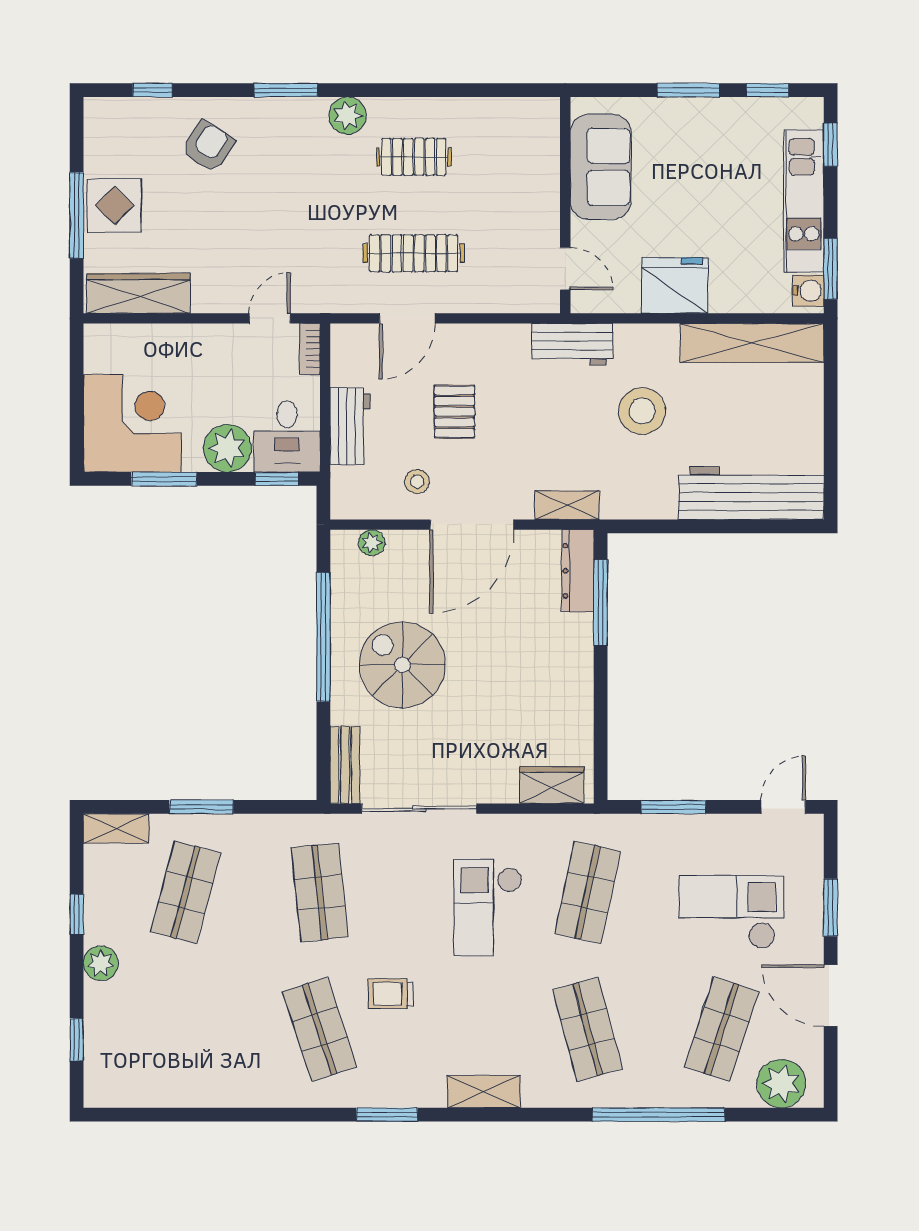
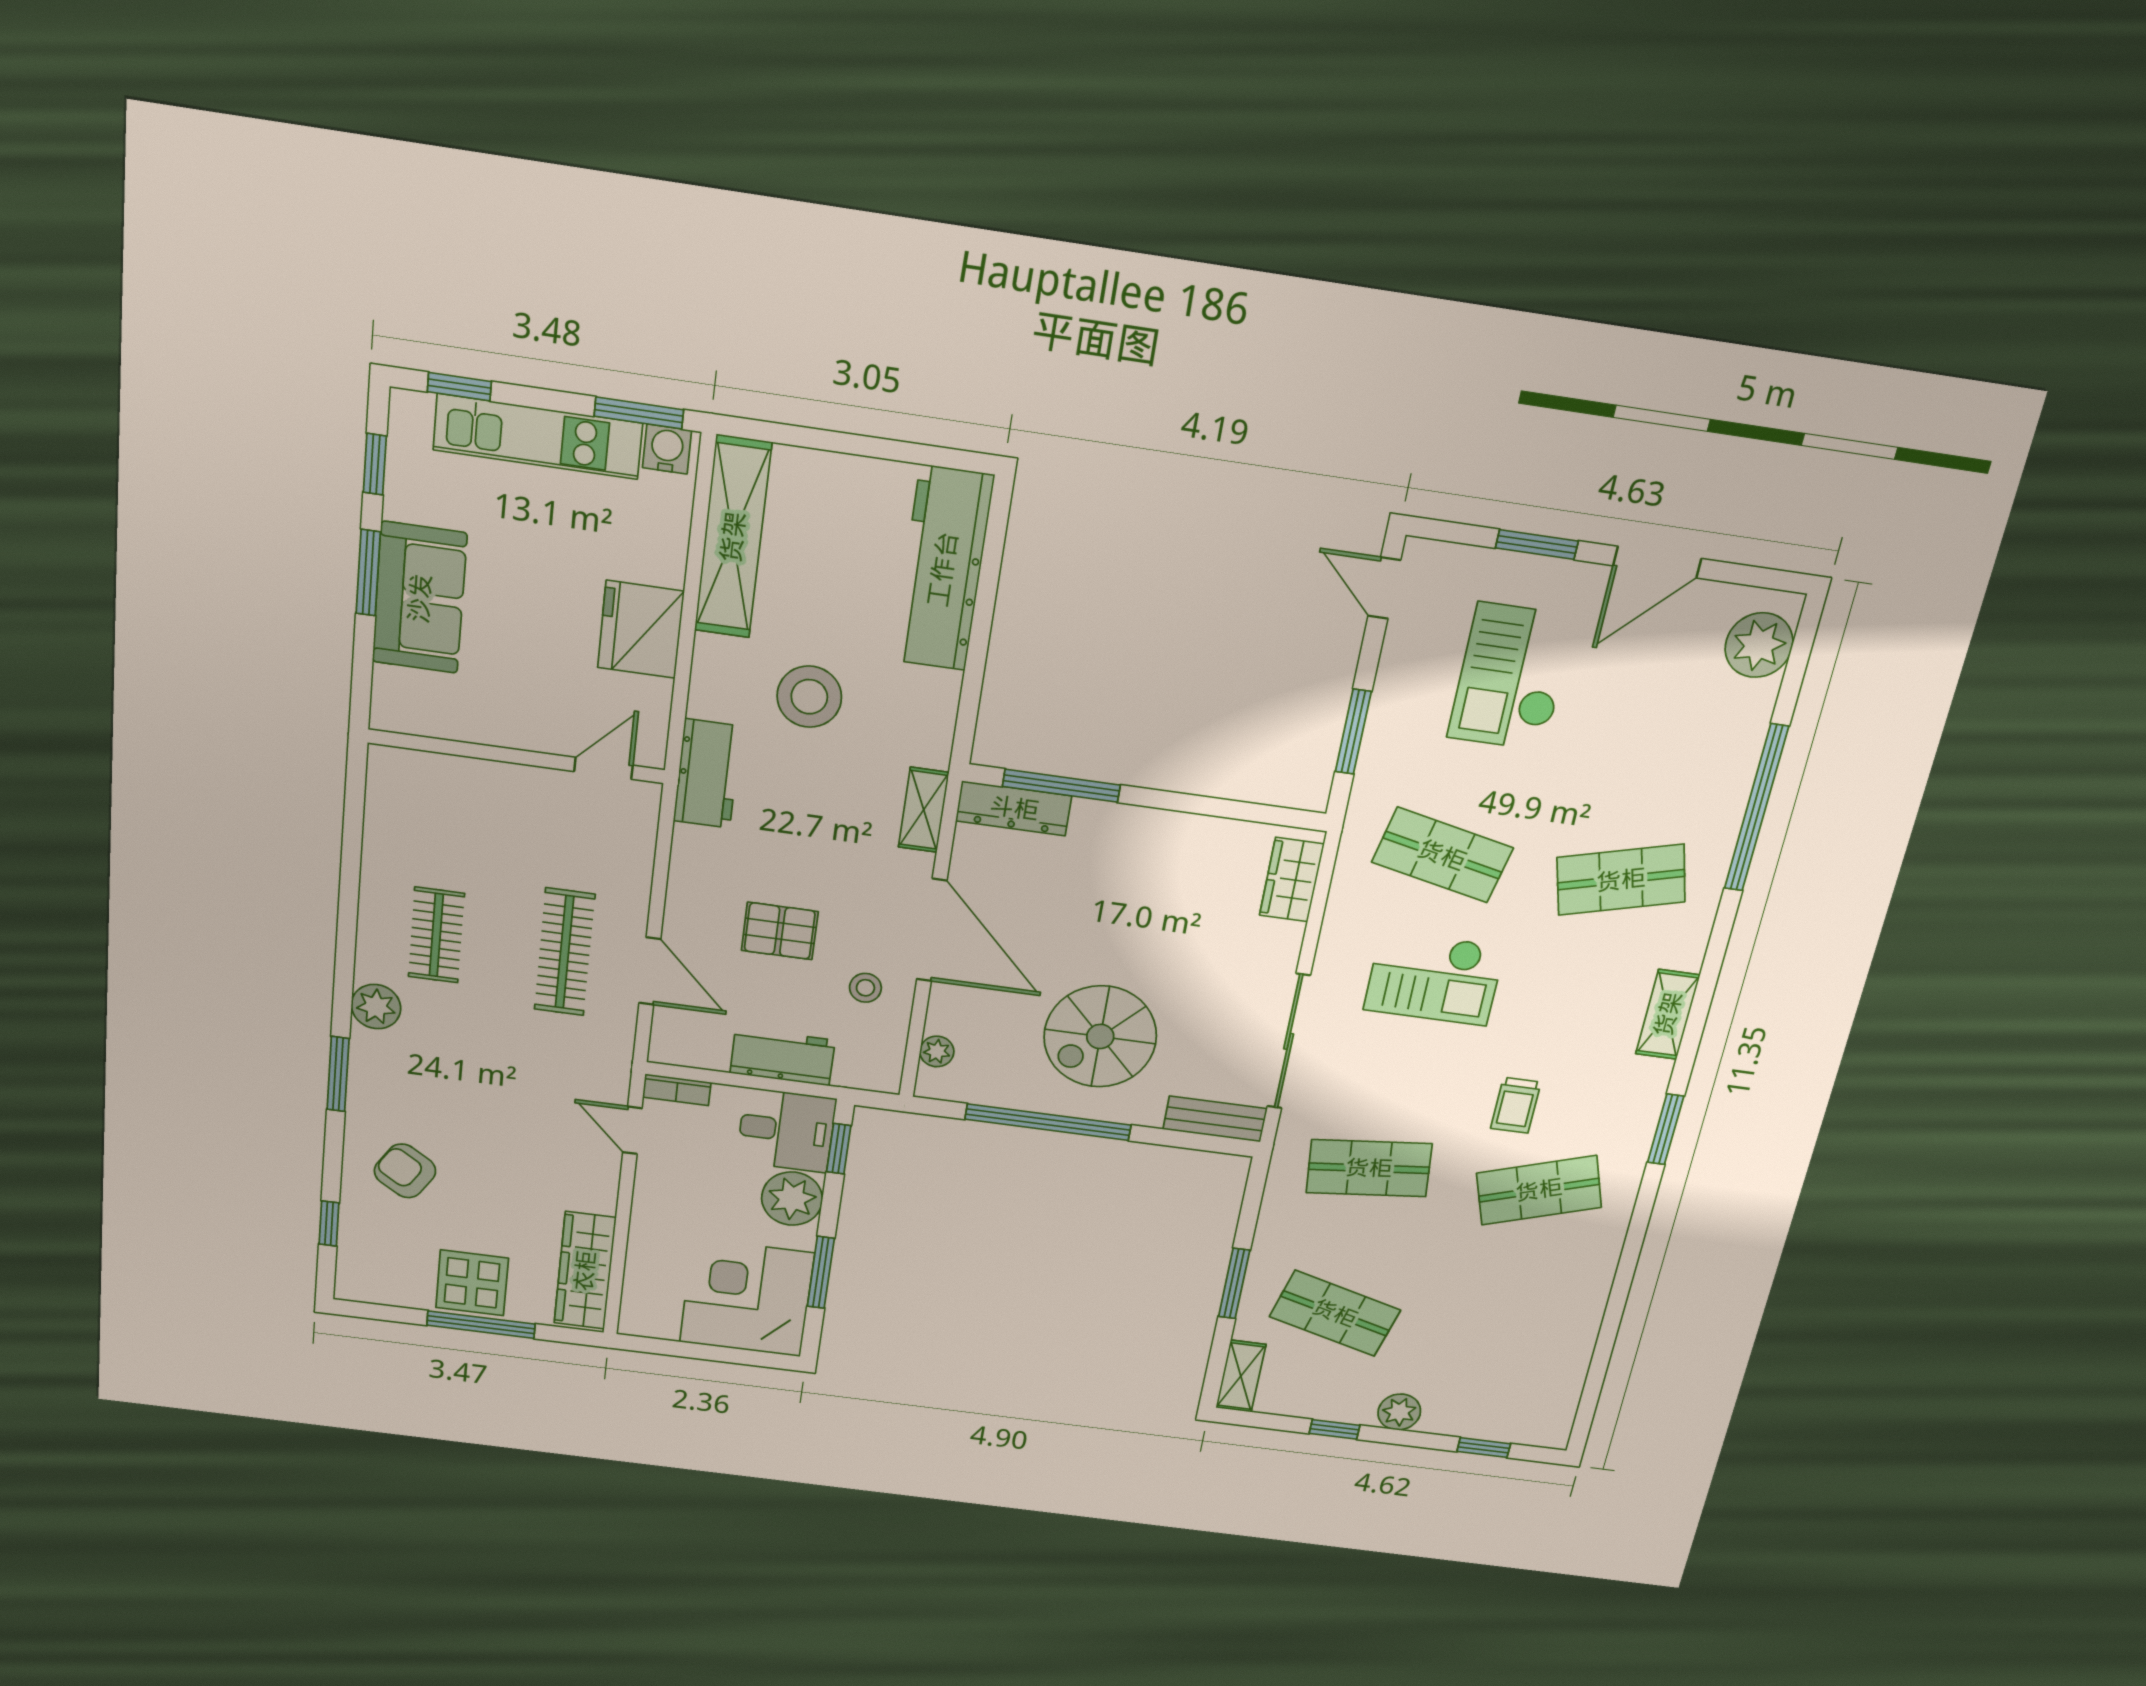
sofa: (601, 167) -> (420, 598), moved, turned 90
shop shelf: (722, 1029) -> (1665, 712), removed

